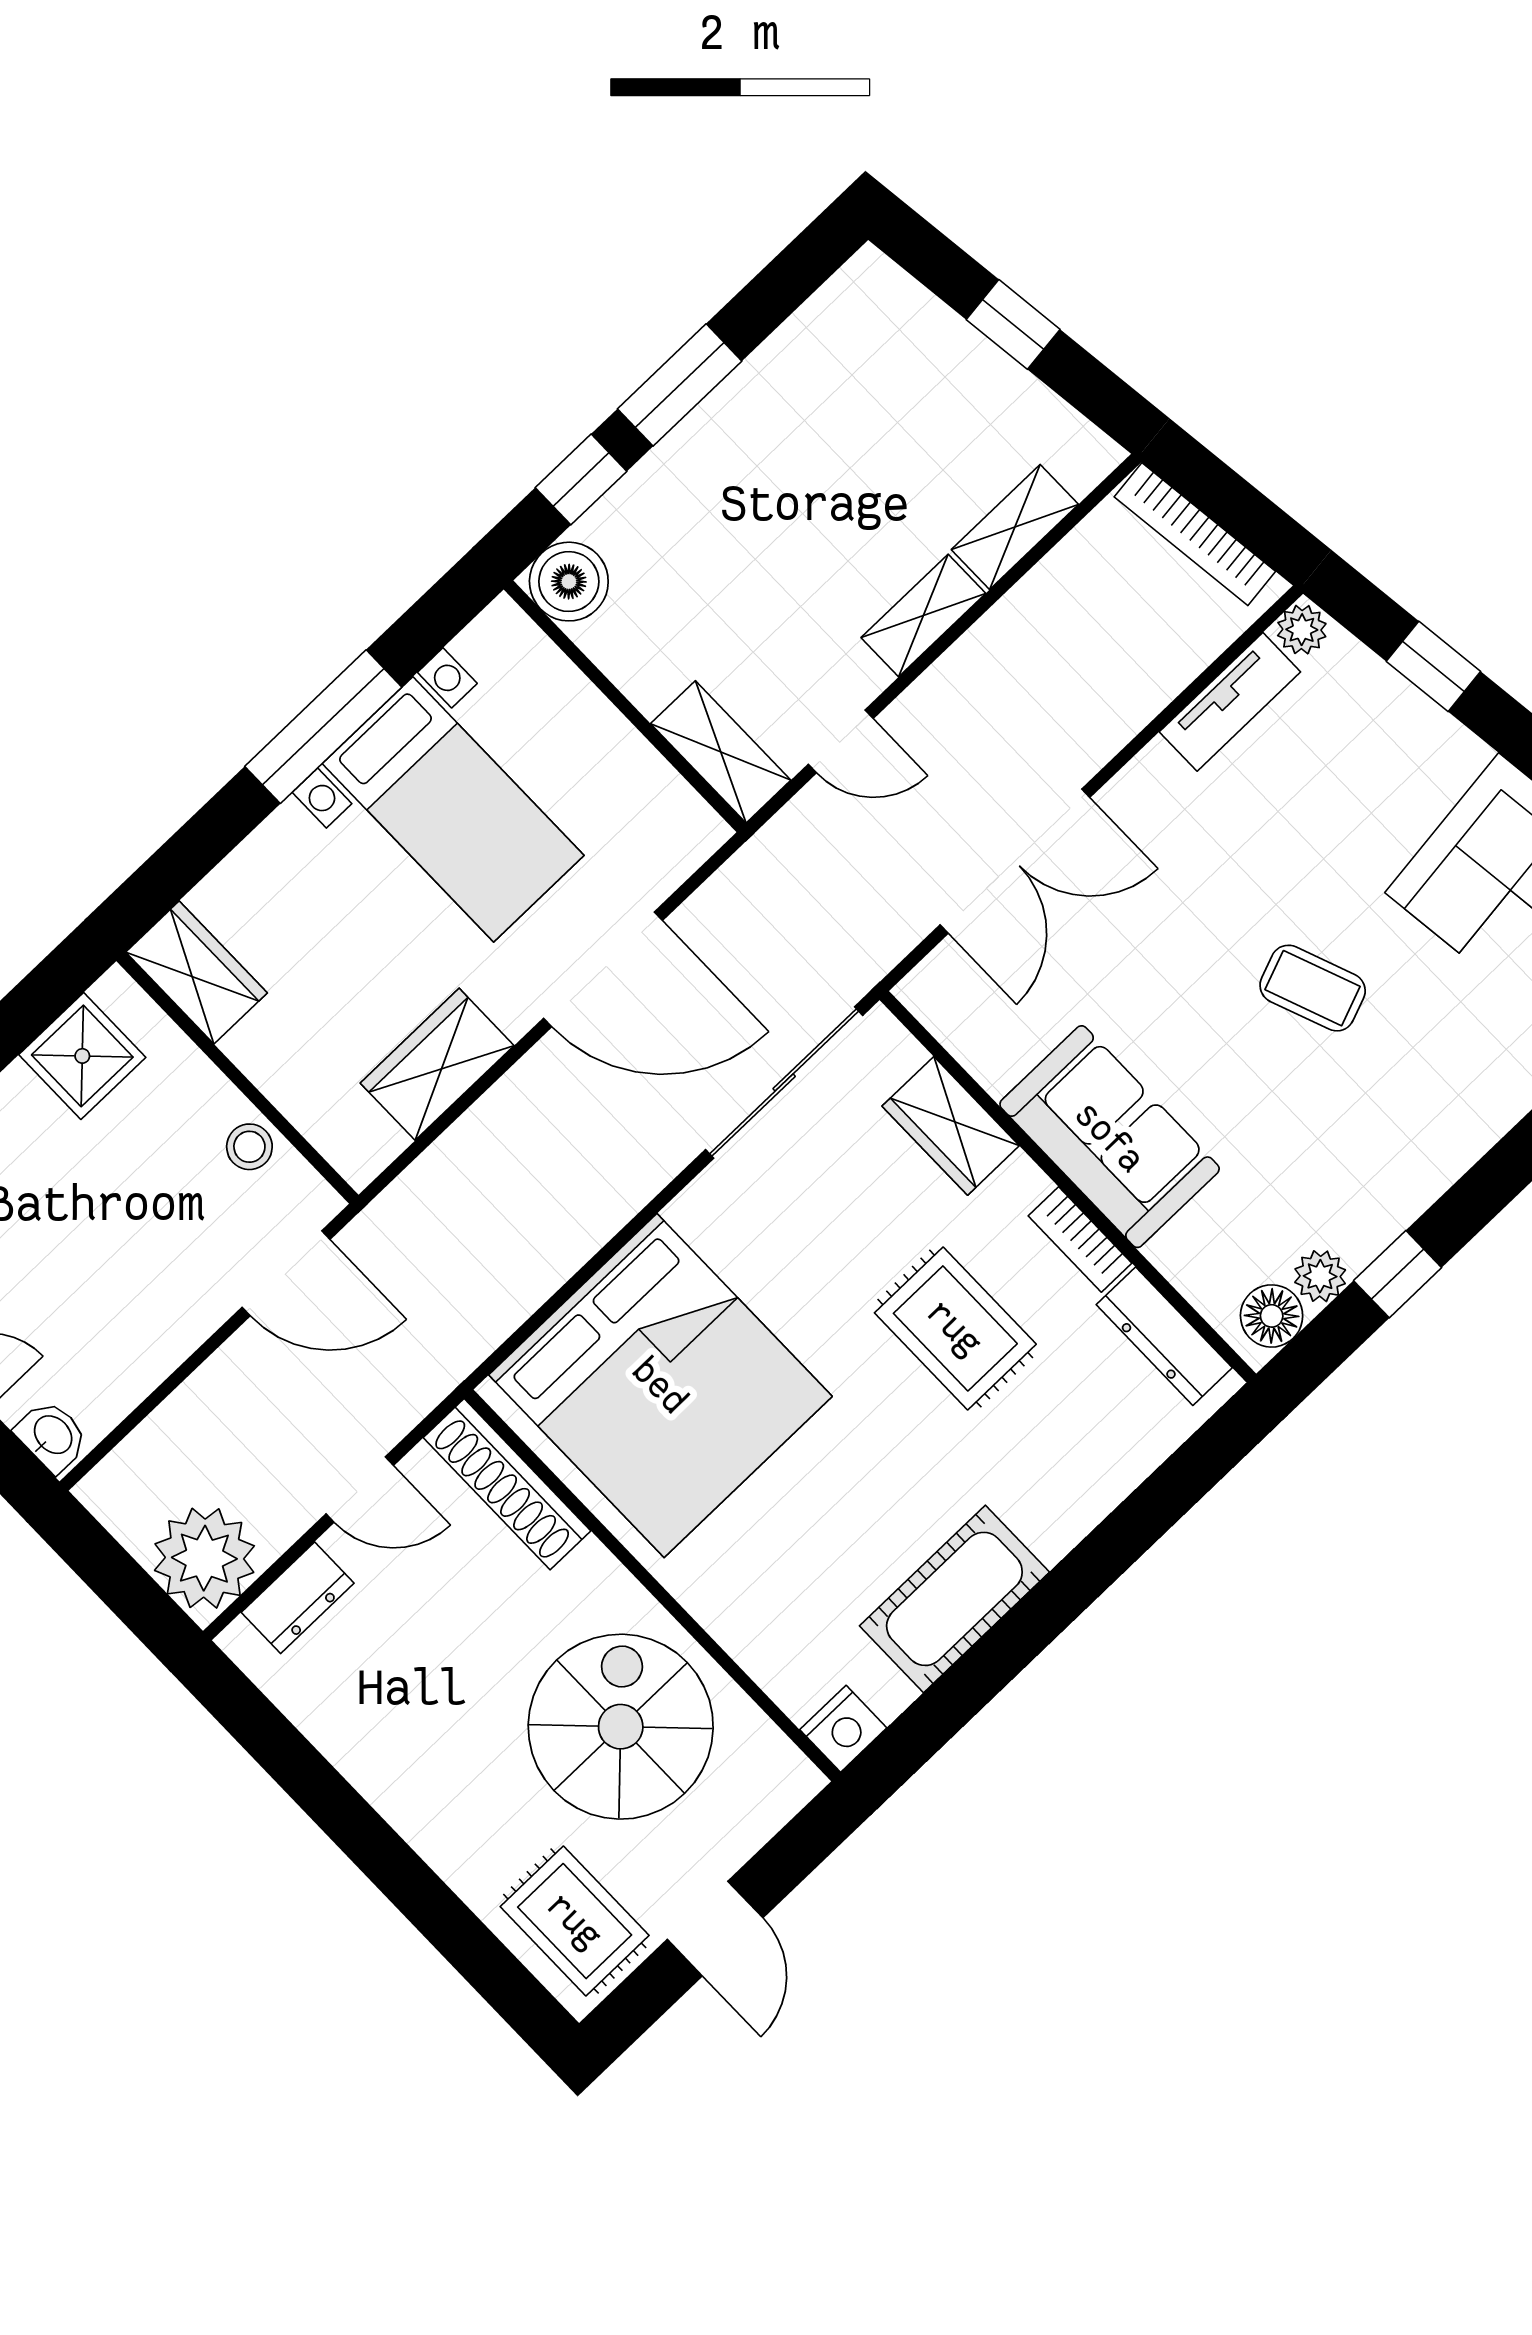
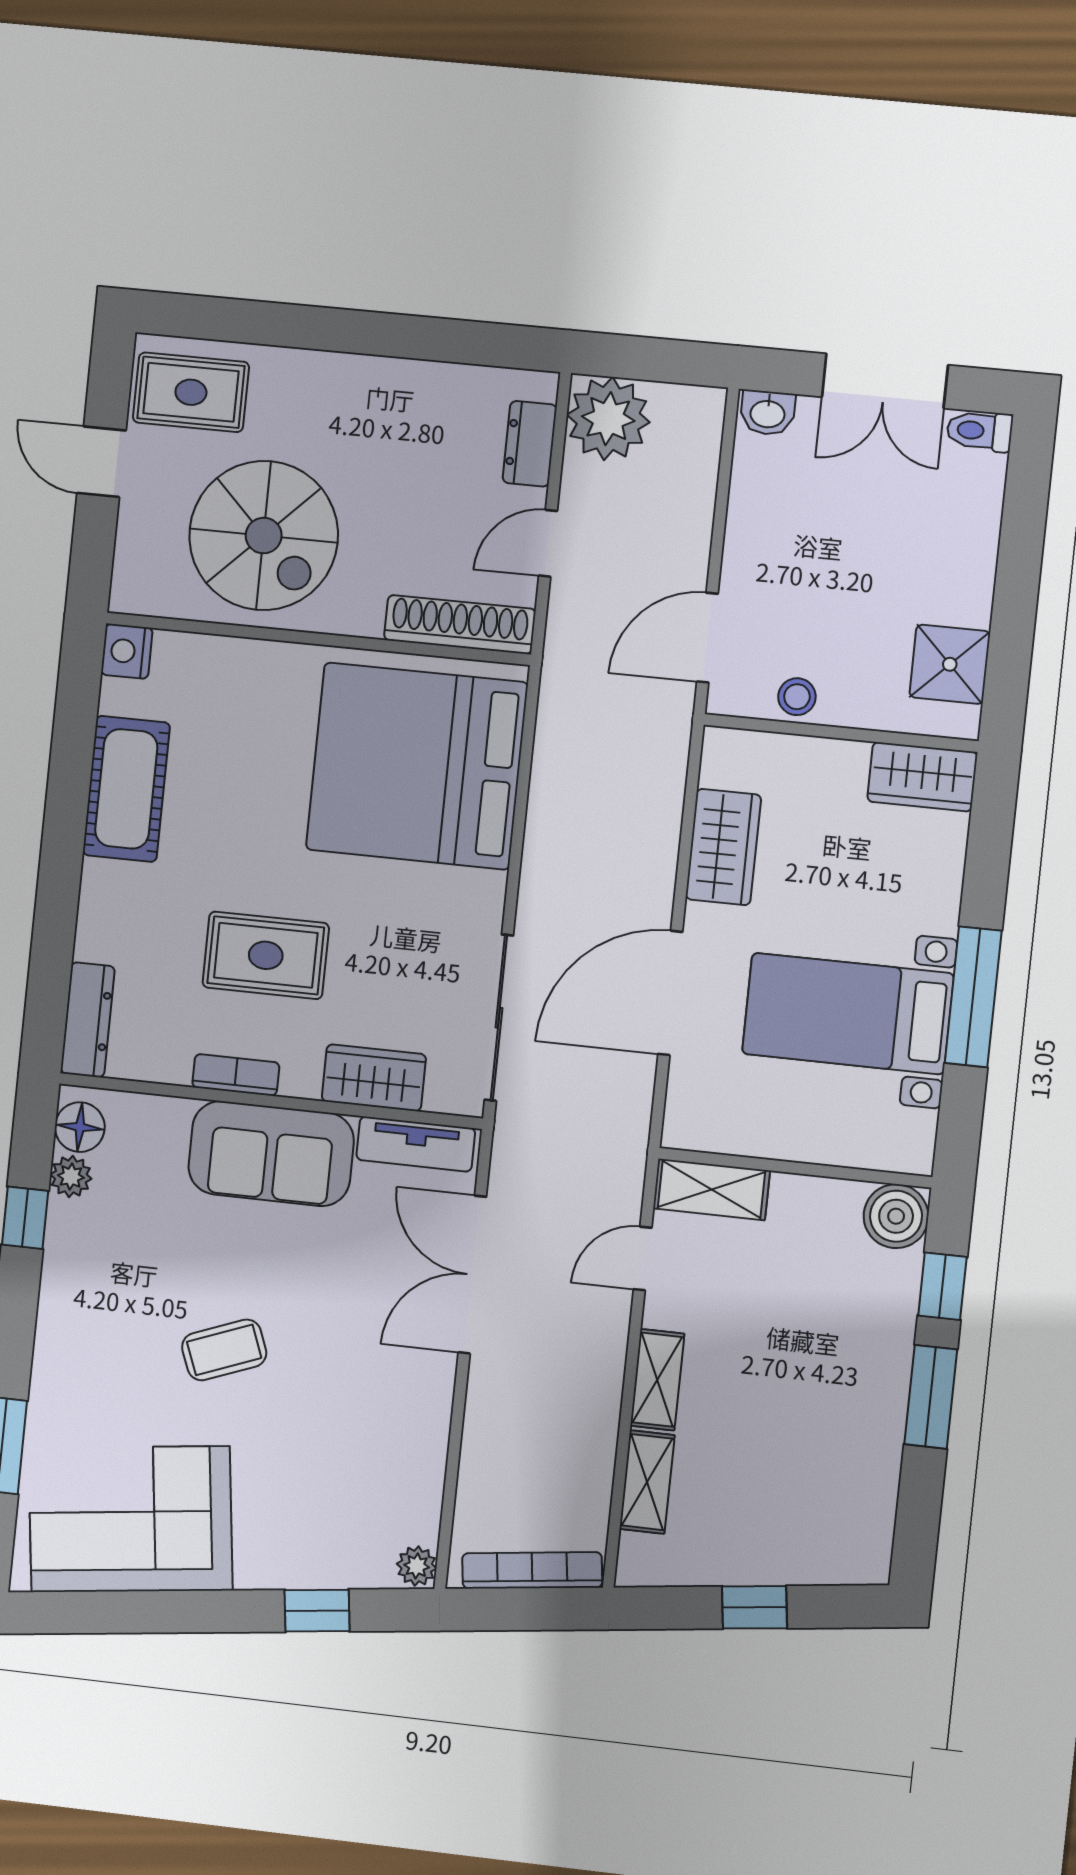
tv unit: (1230, 702) -> (416, 1144), moved, turned -90
dresser: (1164, 1336) -> (88, 1020), moved, turned 90

